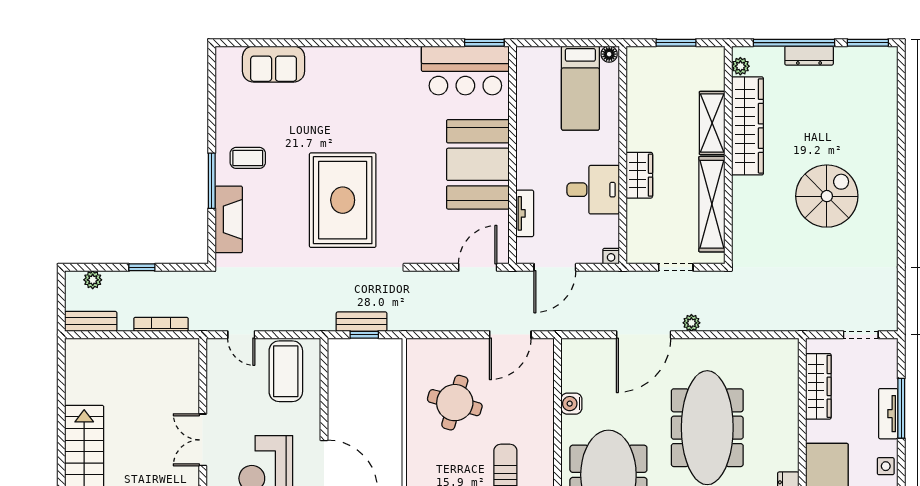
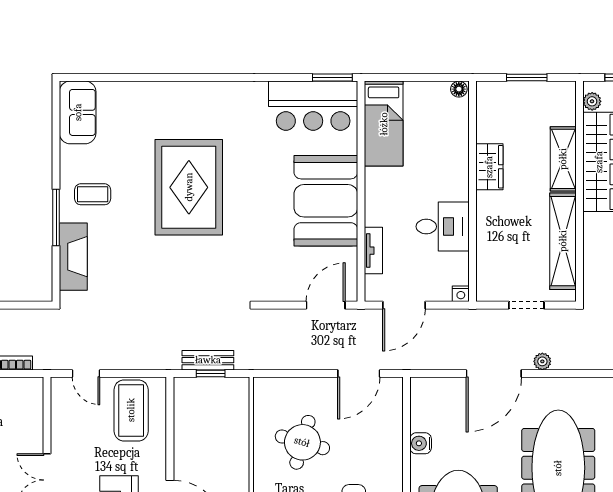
sofa: (274, 64) -> (78, 112), moved, turned -90
bed: (580, 88) -> (384, 124), moved
wardrobe: (639, 175) -> (489, 167), moved
rug: (343, 200) -> (189, 187), moved

